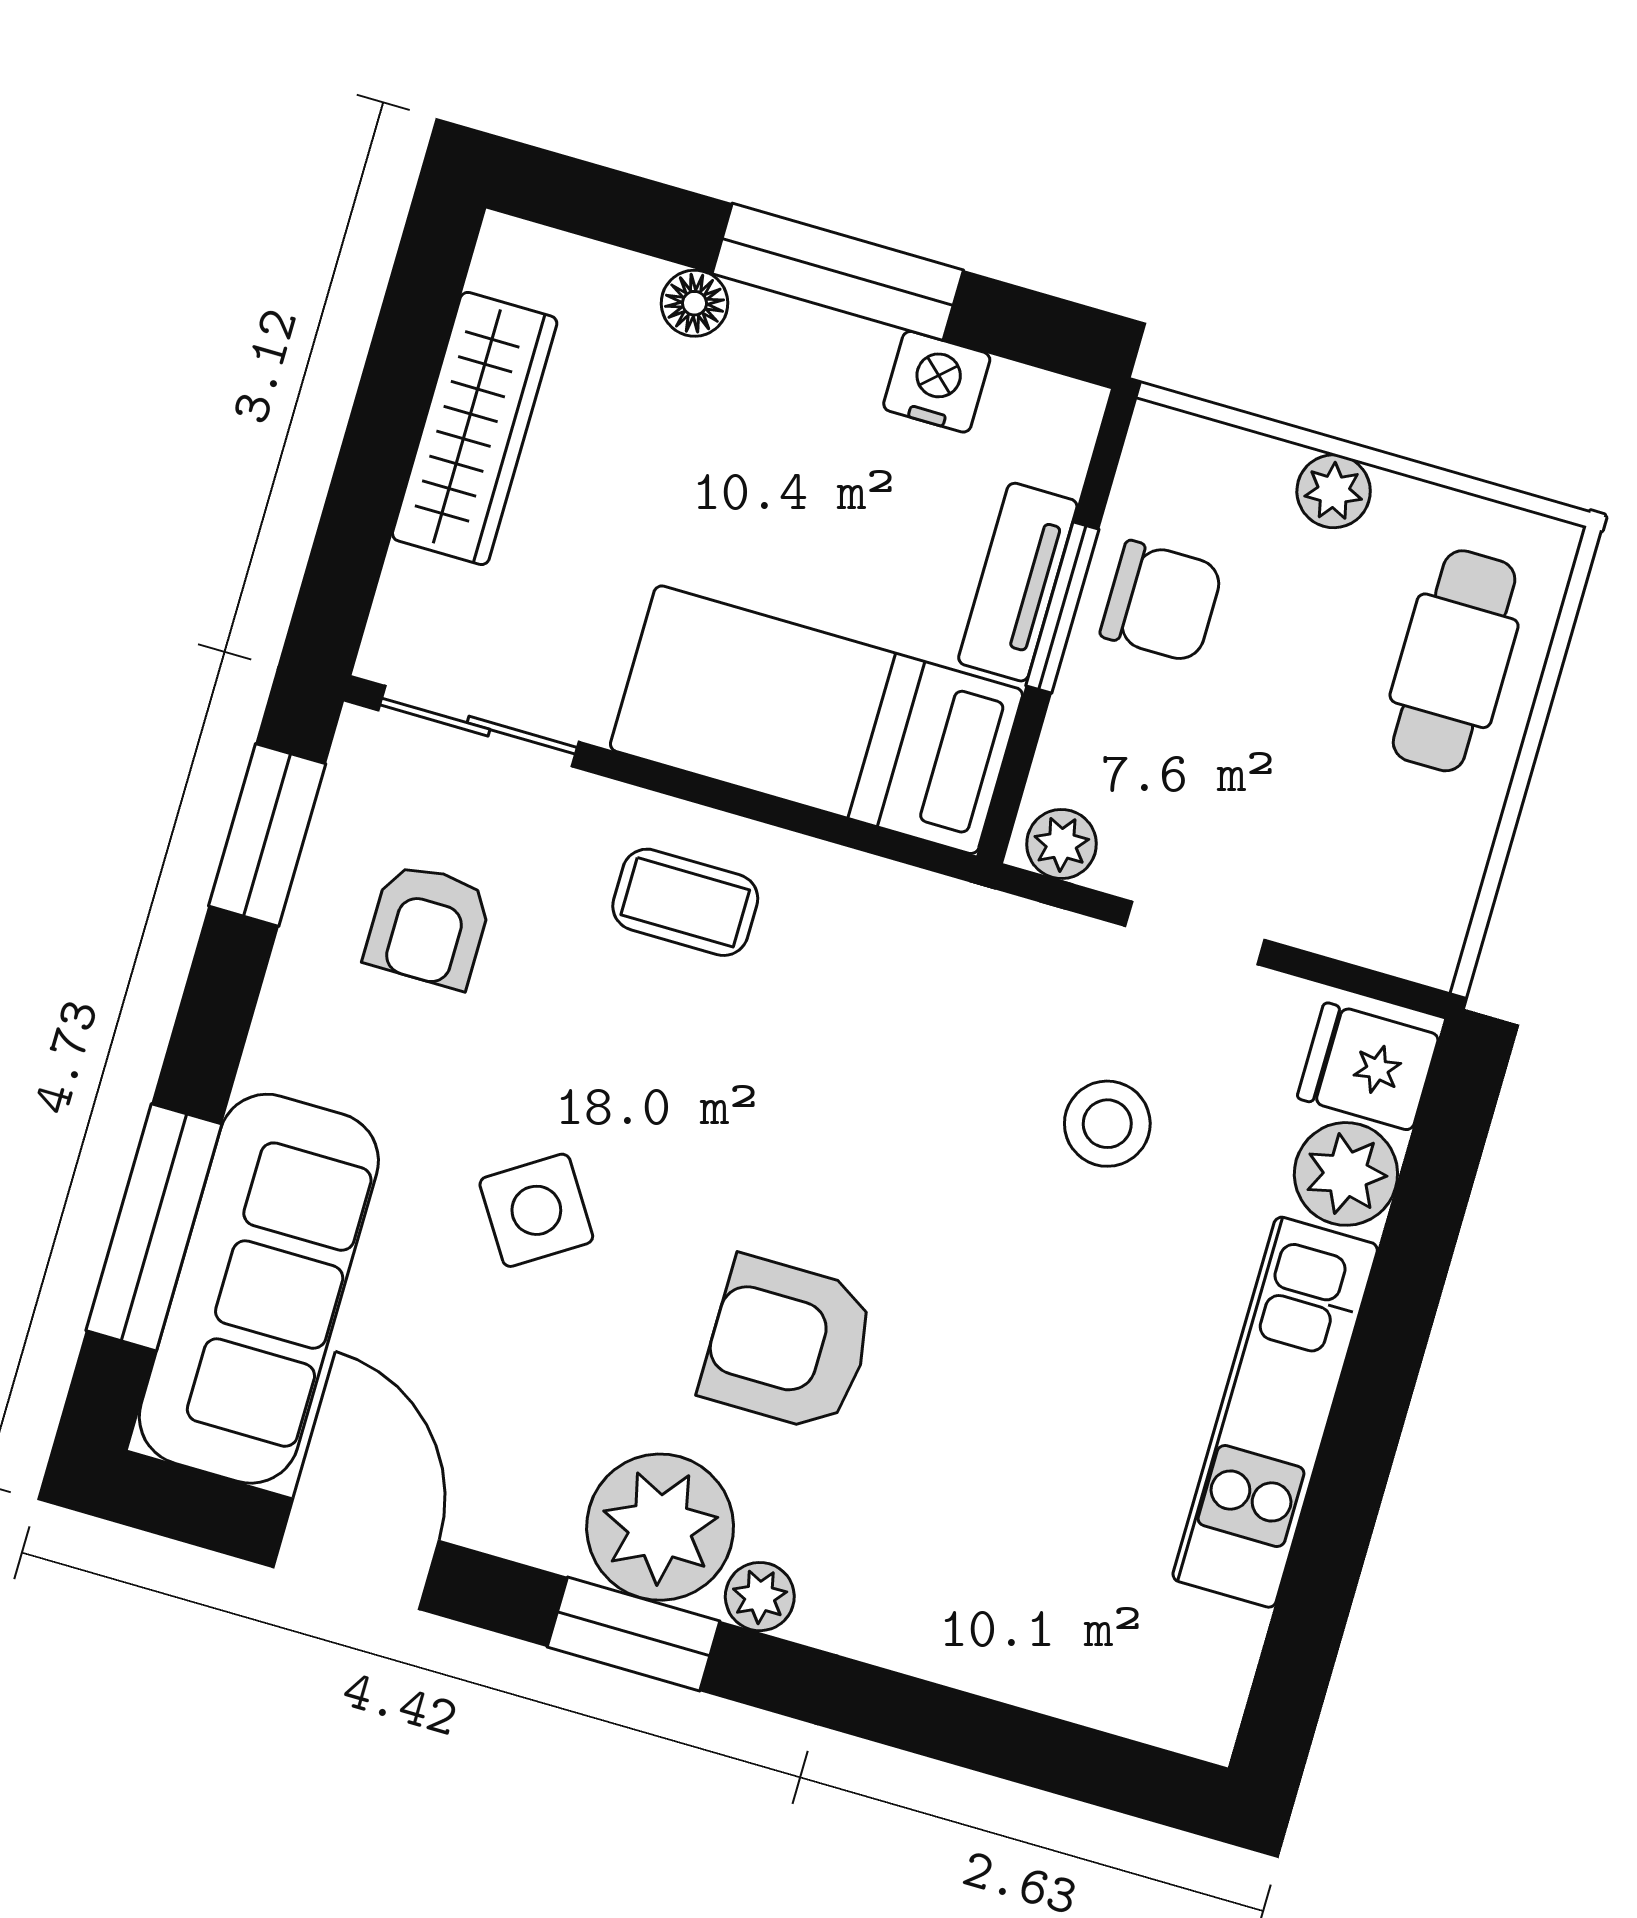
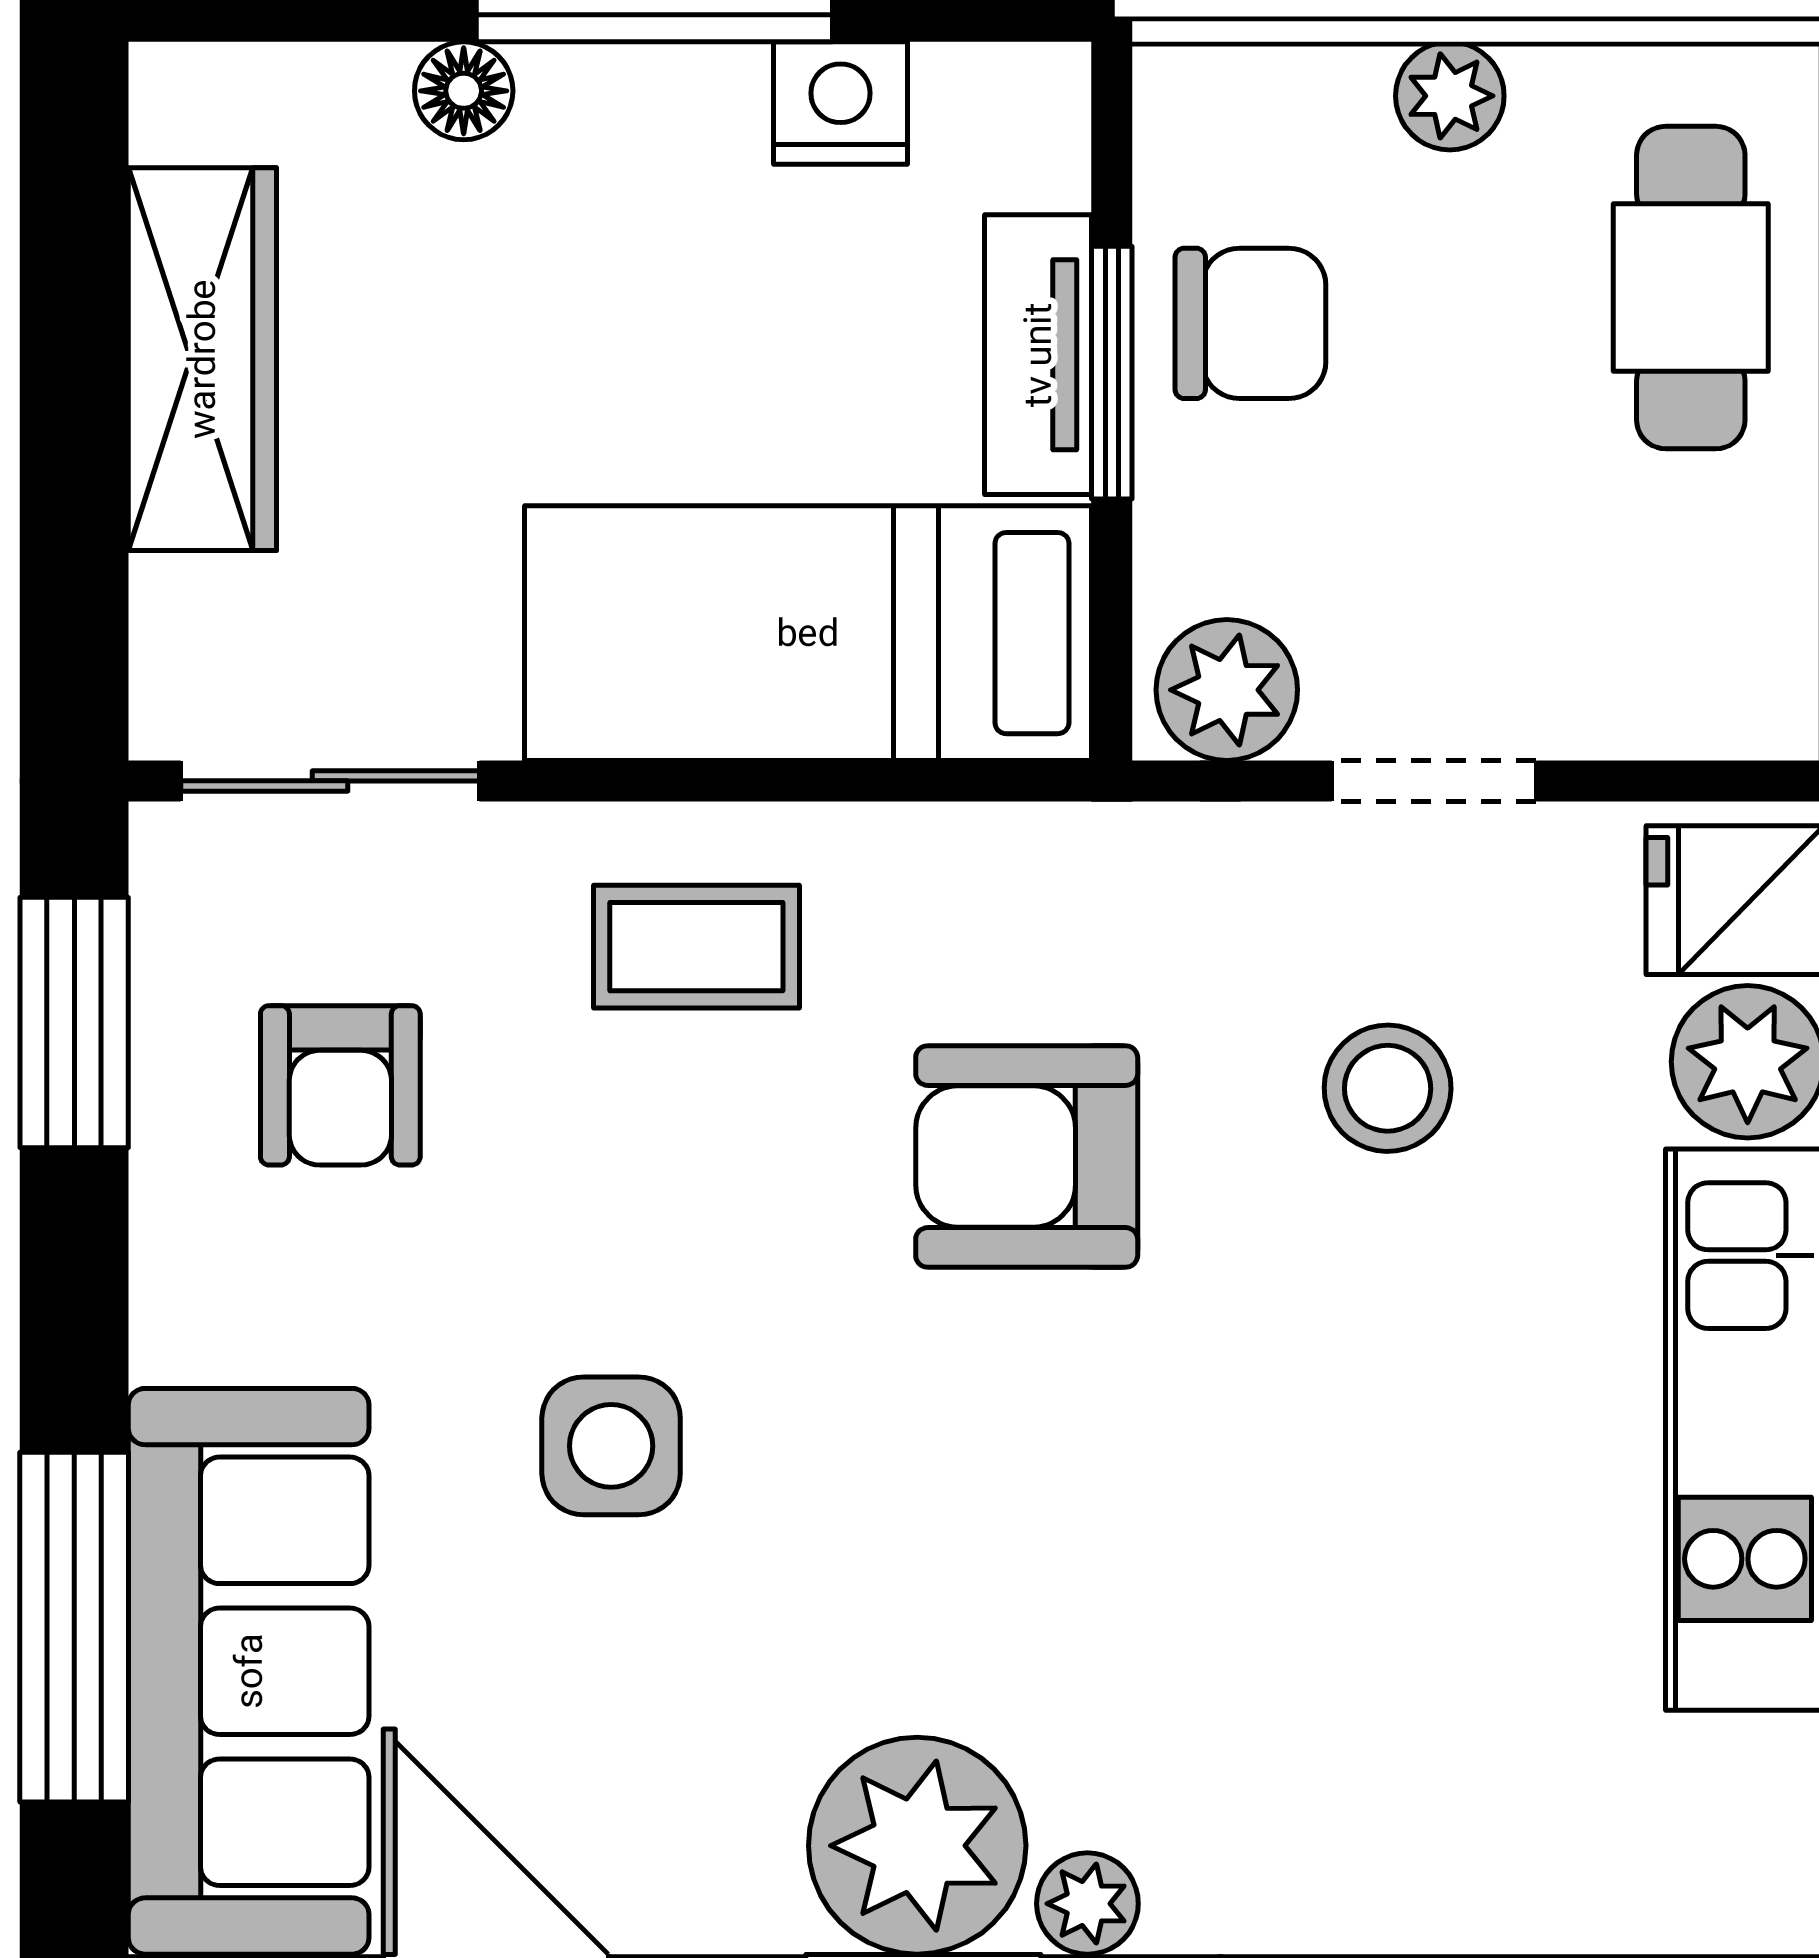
plant: (1061, 844) -> (1227, 690), width x1.38, depth x1.38
side table: (536, 1210) -> (611, 1446), turned 33
armchair: (788, 1344) -> (1027, 1157), moved

